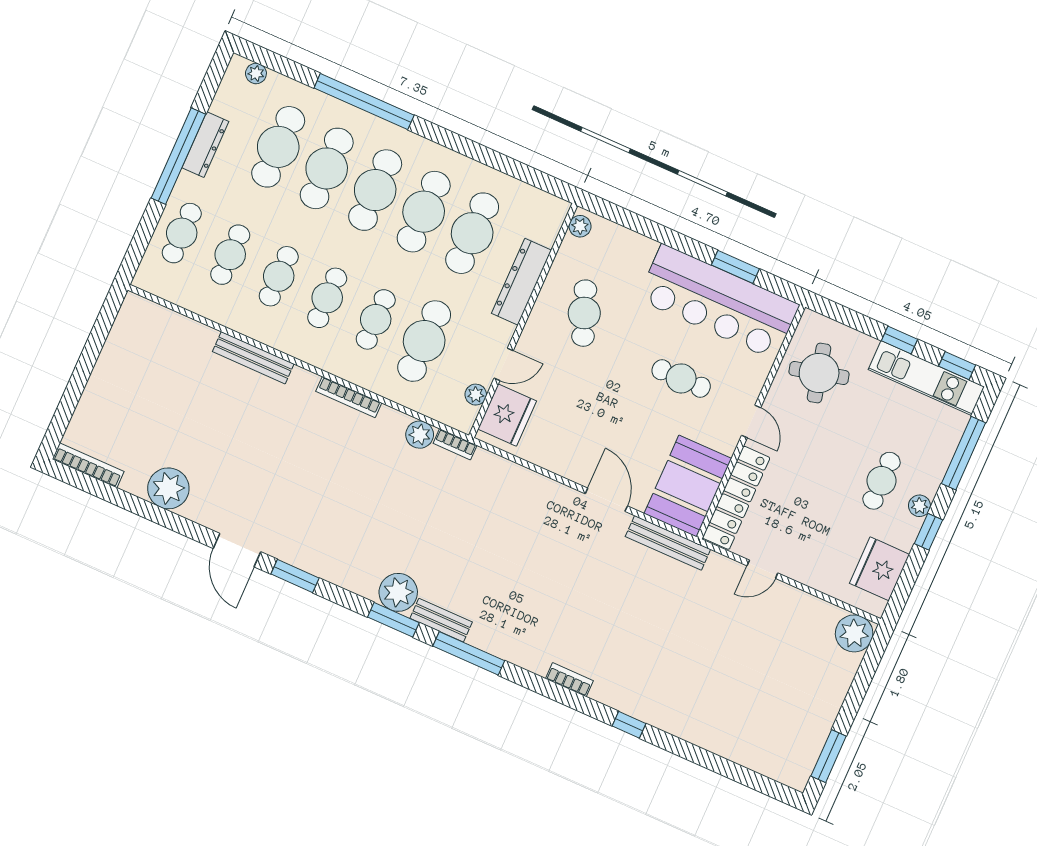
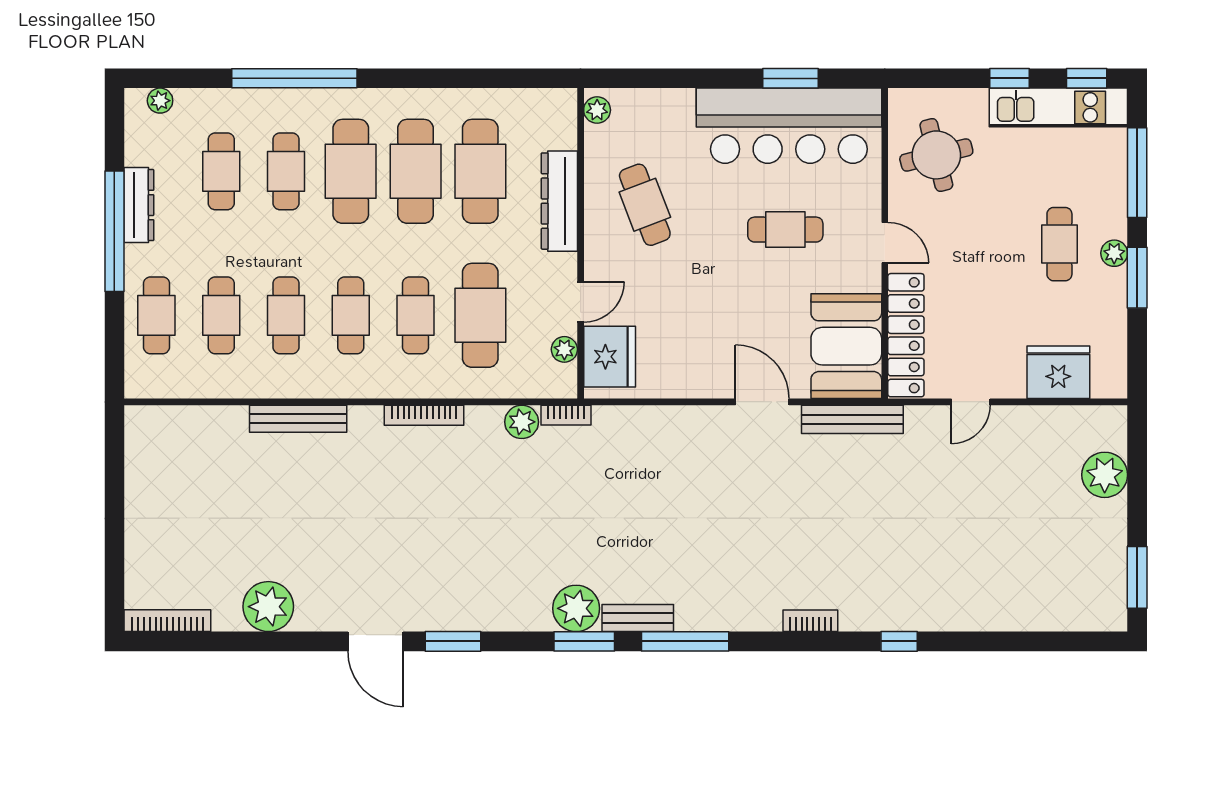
cafe table: (278, 147) -> (221, 171), width x0.73, depth x0.74
cafe table: (327, 168) -> (286, 171), width x0.73, depth x0.74
window: (928, 532) -> (1137, 278), width x1.50
fridge: (880, 569) -> (1058, 372), moved, turned 90
plant: (854, 633) -> (1105, 475), moved

